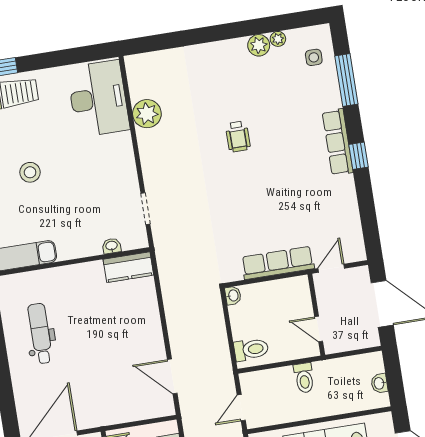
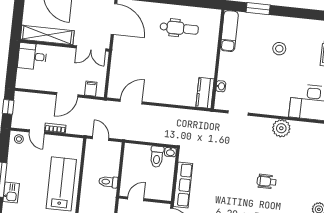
plant: (147, 114) -> (281, 128), moved
toilet: (251, 349) -> (157, 157), moved

